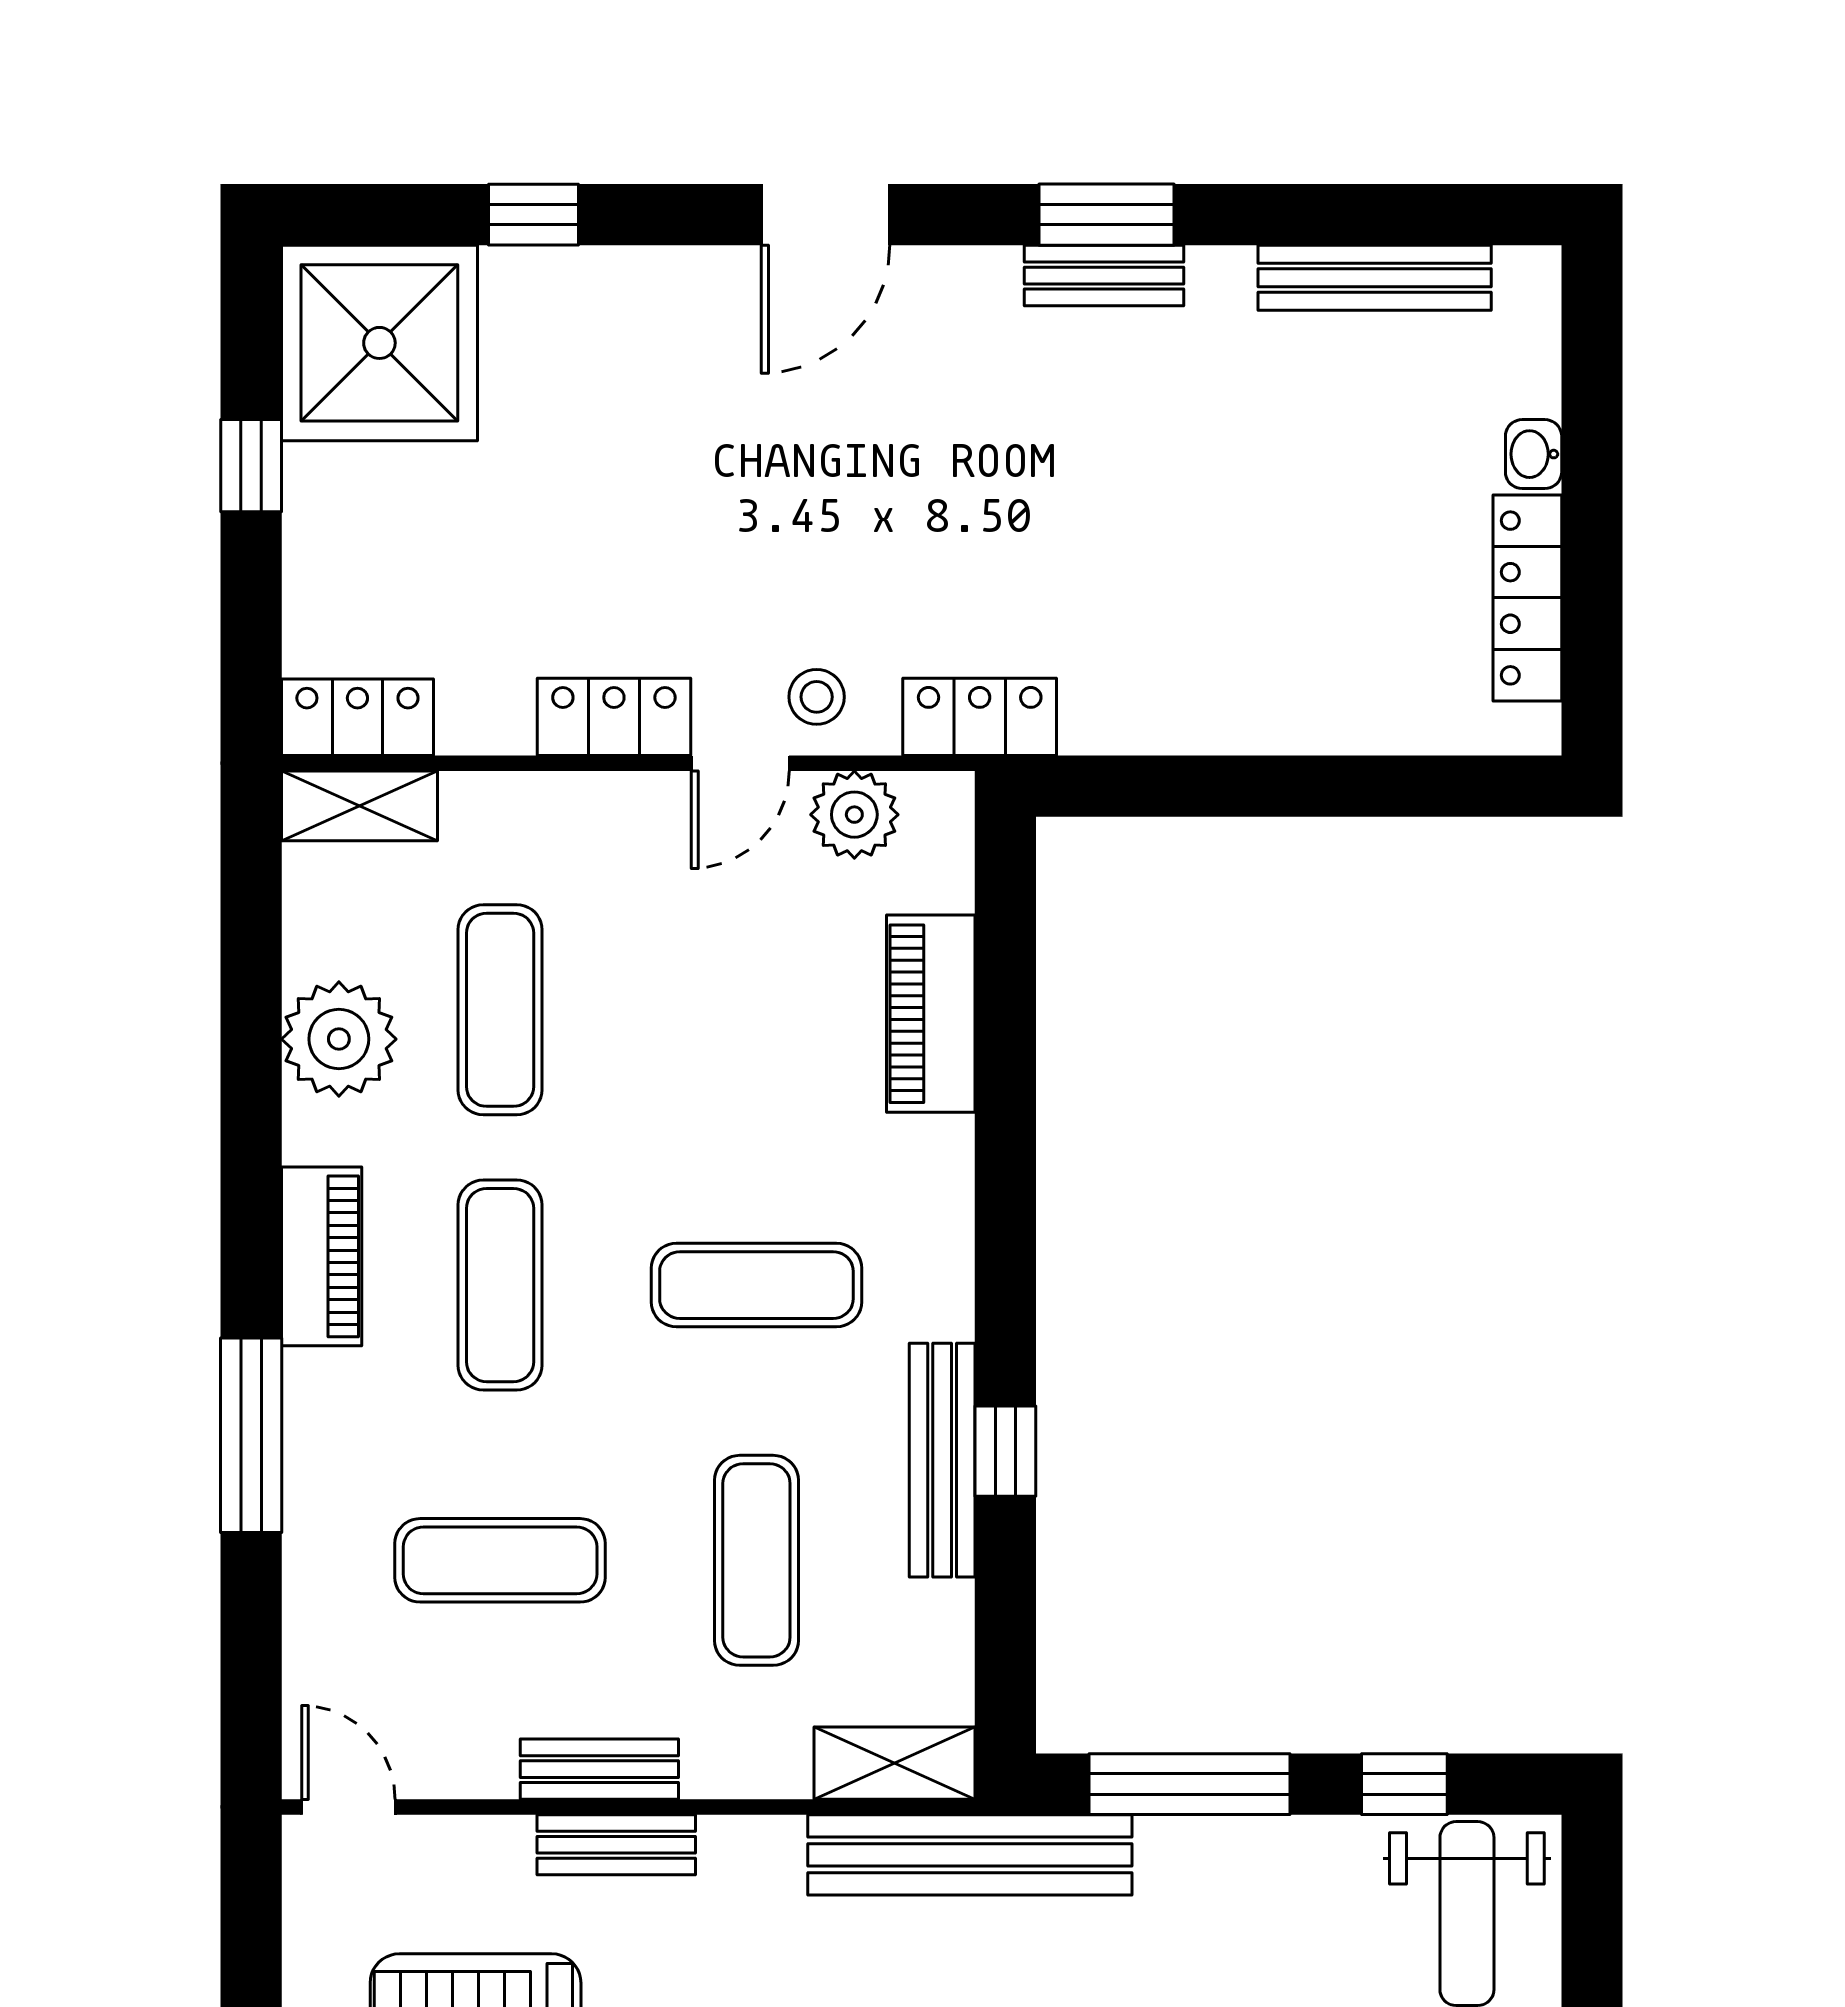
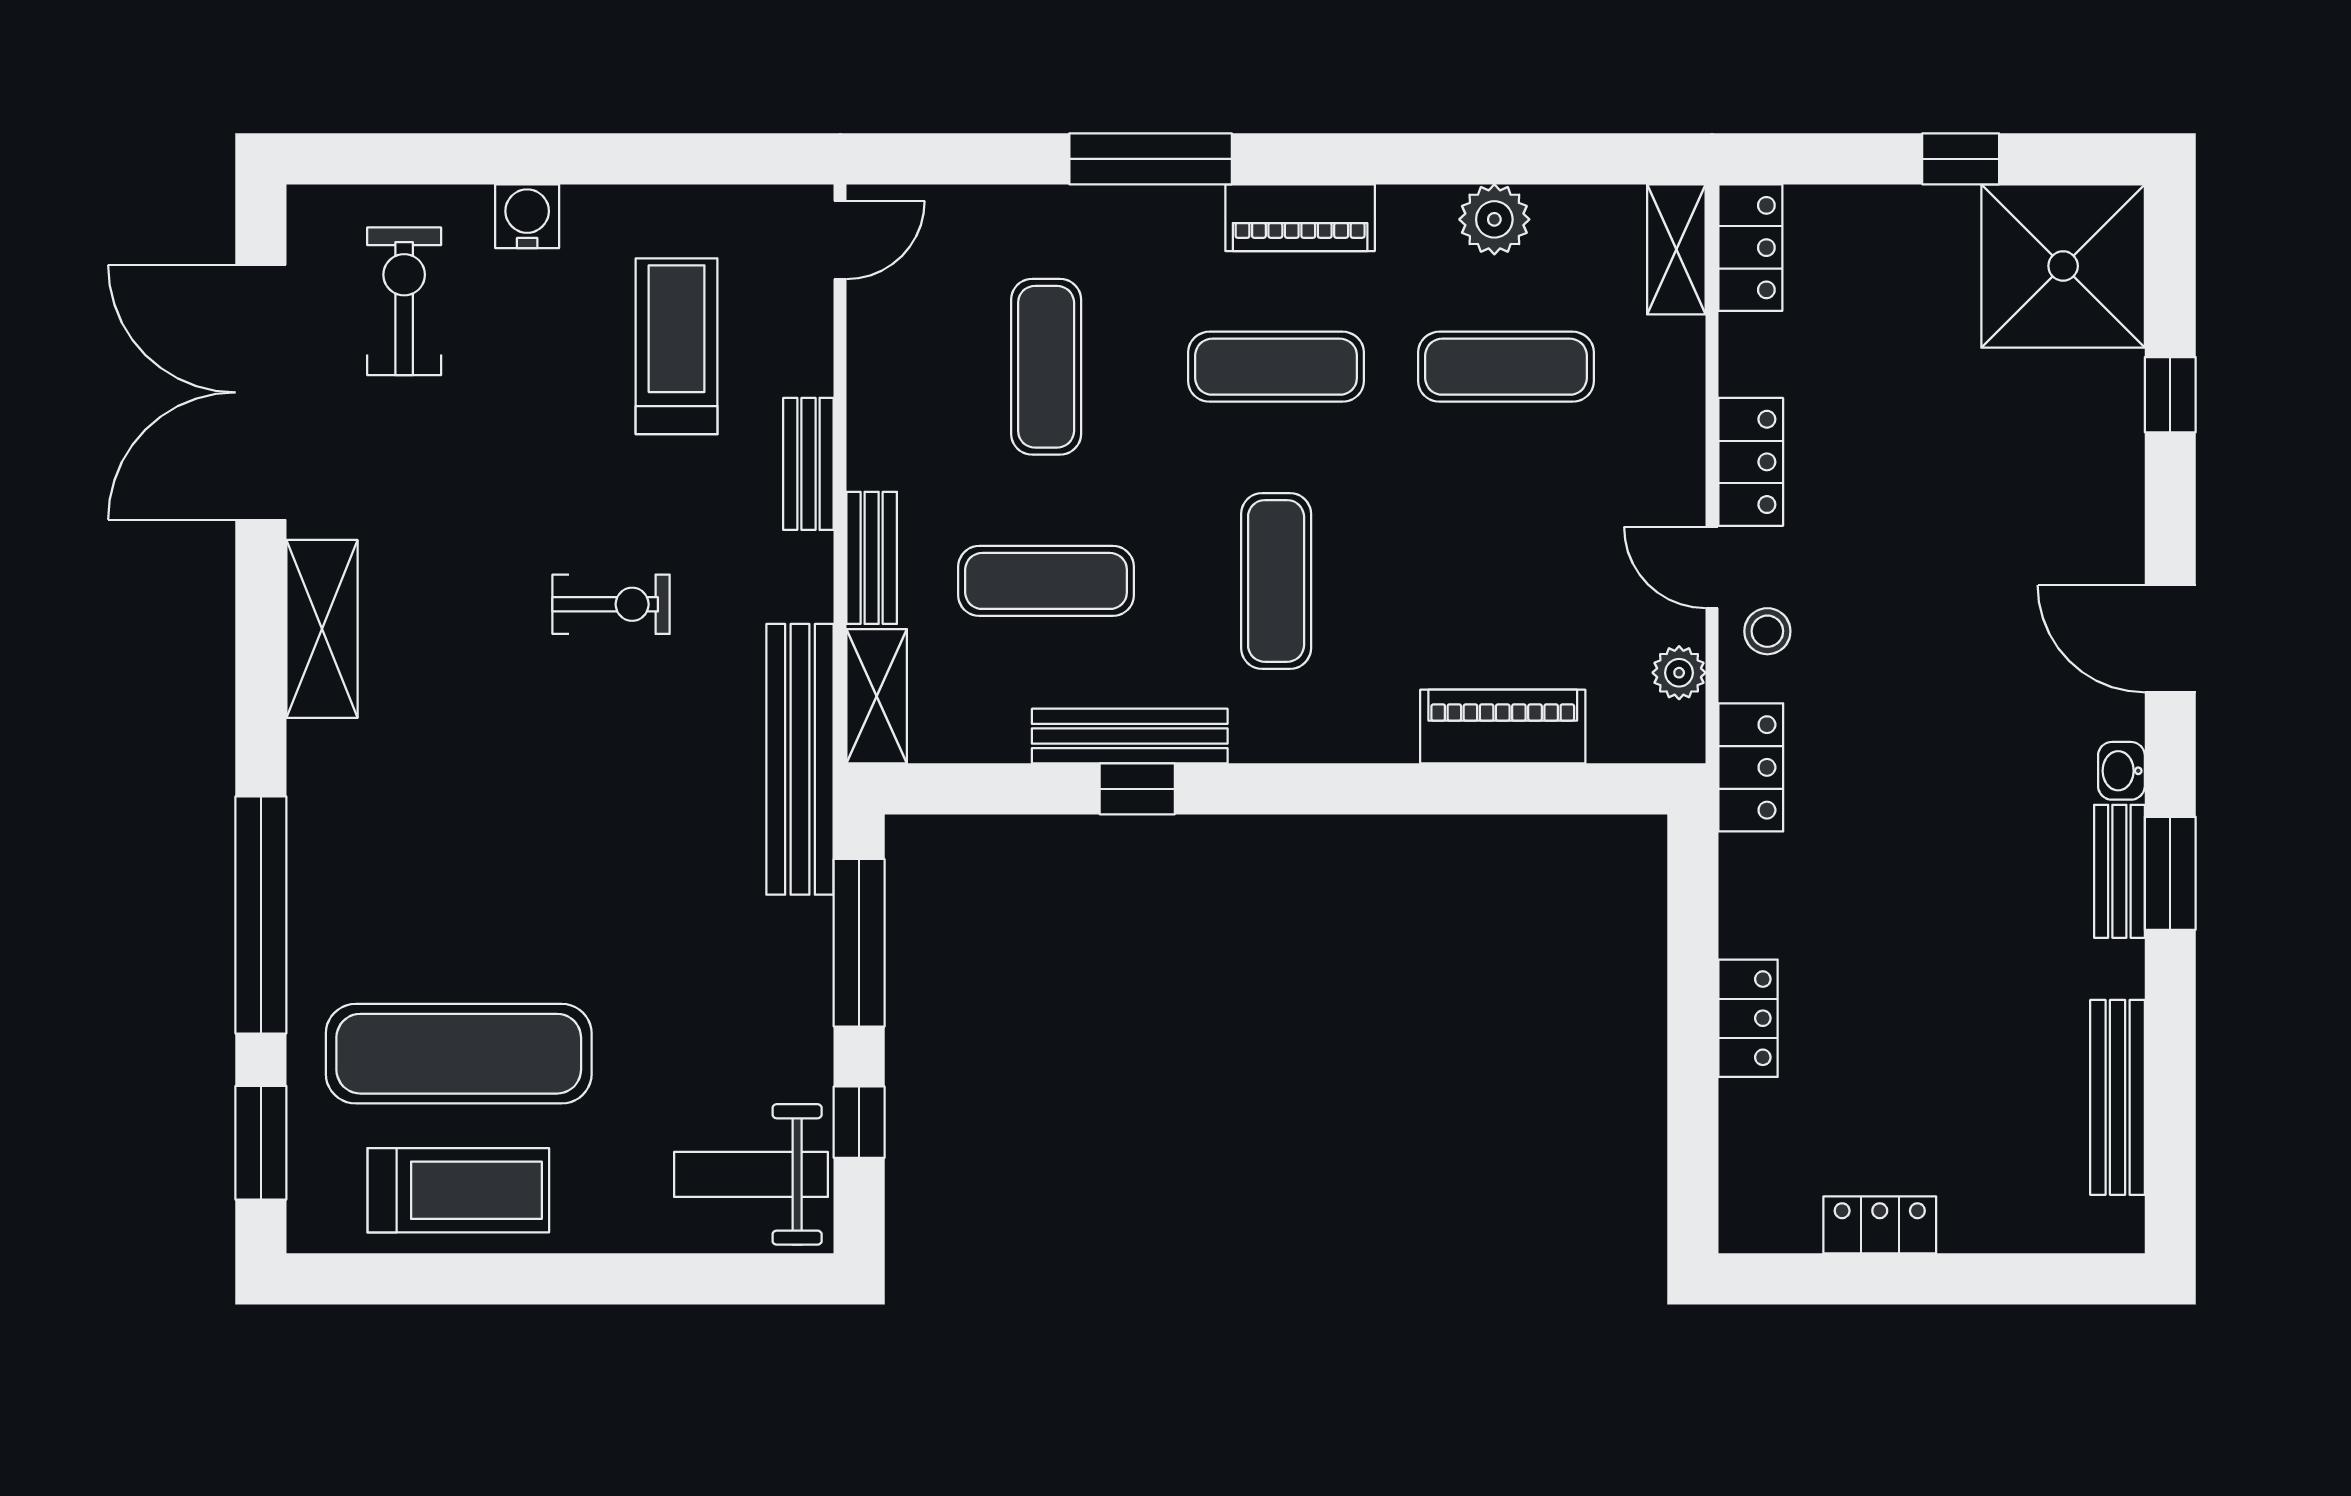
washbasin: (1534, 454) -> (2121, 771), moved, turned -90
locker: (1527, 598) -> (1880, 1225), width x0.66
locker: (1280, 720) -> (1748, 1018), added
plant: (854, 815) -> (1679, 673), width x0.73, depth x0.73
plant: (339, 1039) -> (1494, 219), width x0.73, depth x0.73
bench: (599, 1769) -> (872, 558), moved

